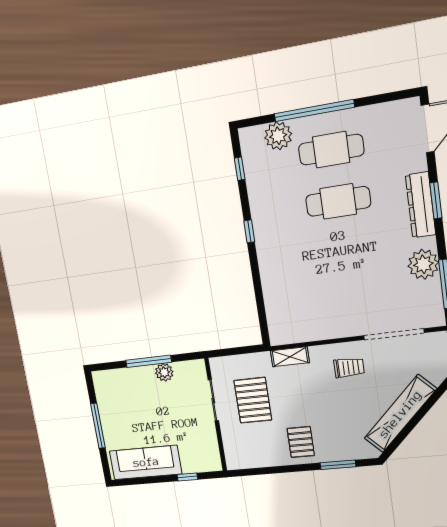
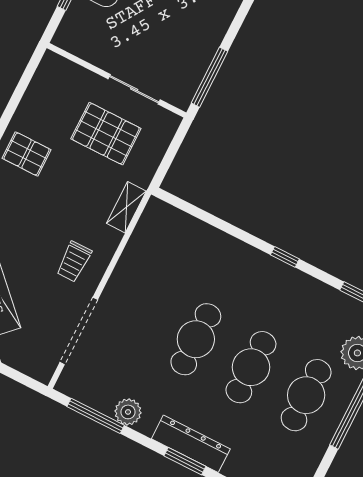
cafe table: (345, 252) -> (196, 339), added
plant: (423, 264) -> (128, 412), width x0.73, depth x0.73
window: (149, 361) -> (210, 77), moved
plant: (164, 372) -> (201, 56), removed

